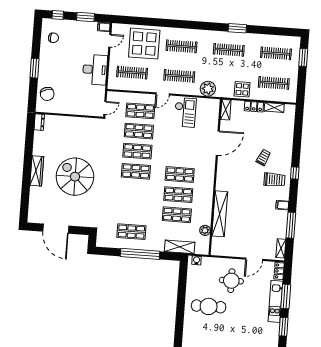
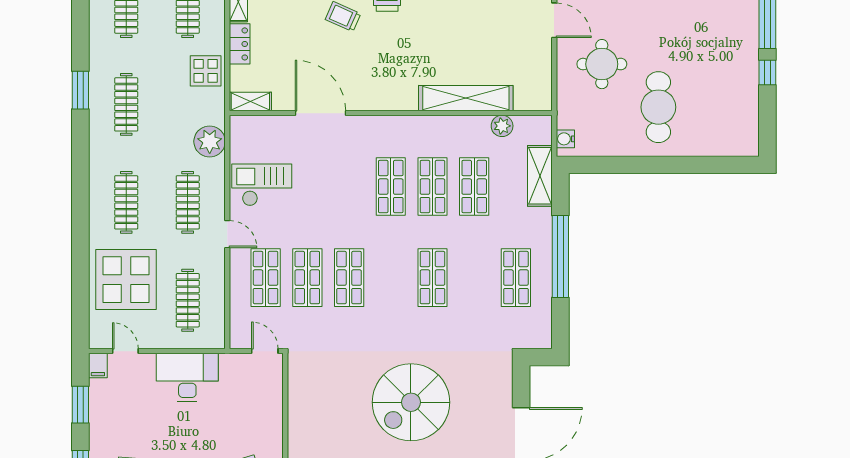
shop shelf: (136, 171) -> (432, 278), moved

